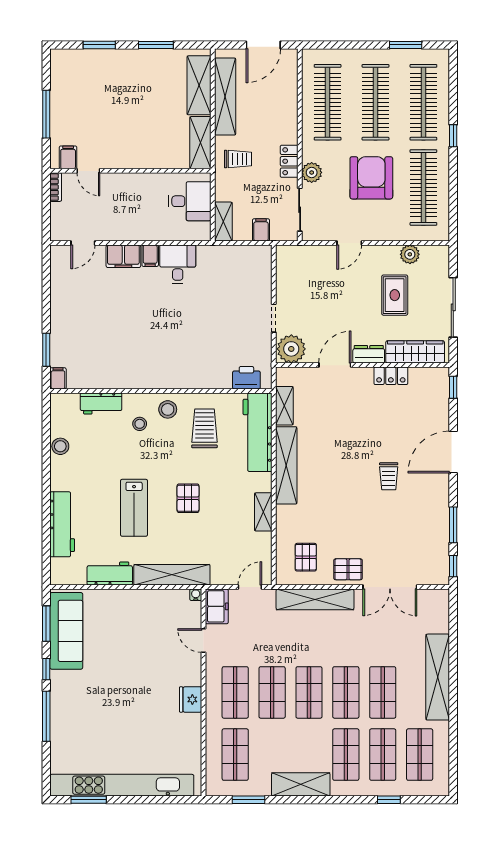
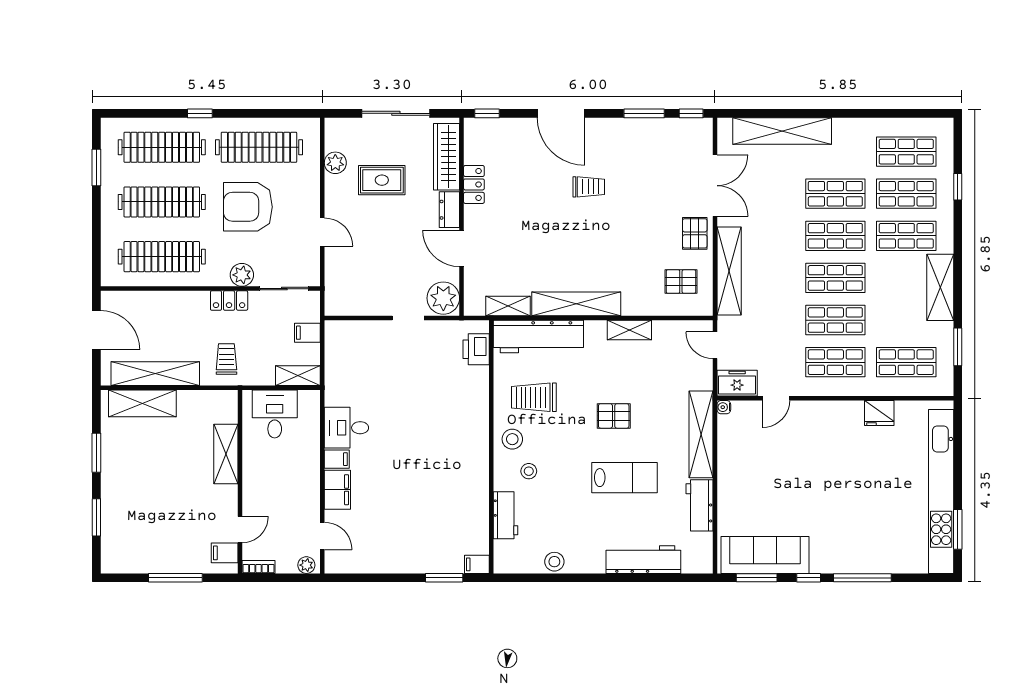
shelving: (200, 143) -> (226, 454), moved, turned 90
plant: (57, 229) -> (306, 565), added
shelving: (438, 677) -> (782, 131), moved
fridge: (191, 699) -> (879, 413), moved

